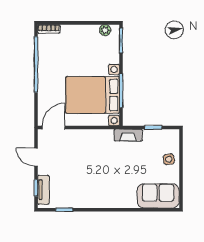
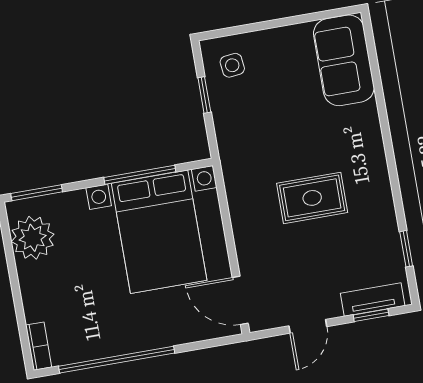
plant: (105, 30) -> (33, 238), width x1.88, depth x1.88
fireplace: (128, 135) -> (229, 144), removed
side table: (169, 159) -> (232, 65), moved
rug: (96, 170) -> (312, 198), added

